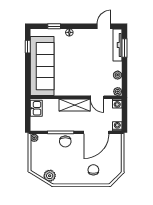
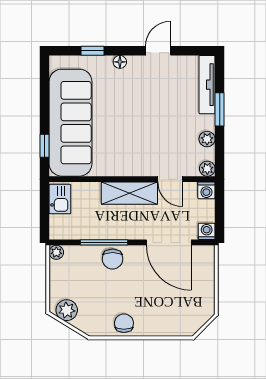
door: (104, 26) -> (158, 51), moved
window: (28, 47) -> (45, 146), moved
window: (124, 48) -> (220, 109), moved
door: (96, 132) -> (169, 242), hinge flipped
chair: (93, 170) -> (124, 323), moved
plant: (50, 176) -> (67, 310), moved

